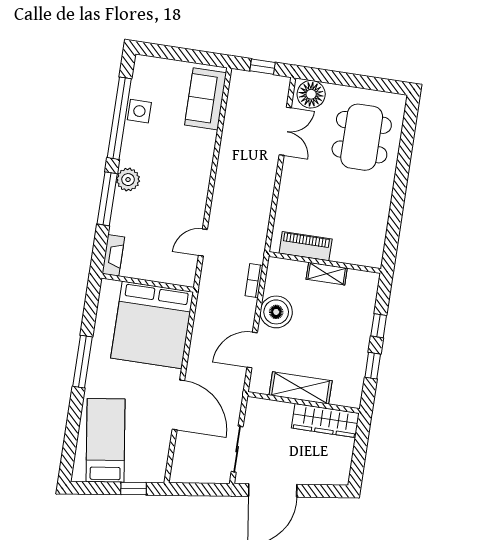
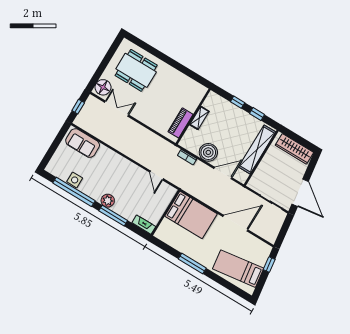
bed: (152, 325) -> (191, 215), width x0.73
door: (252, 350) -> (223, 173), swing flipped
shelving: (301, 388) -> (257, 149), width x1.47
wardrobe: (325, 421) -> (294, 149), moved, turned 90

